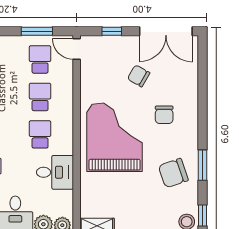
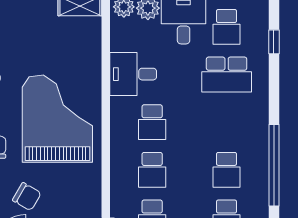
grand piano: (115, 137) -> (57, 119), turned 180

